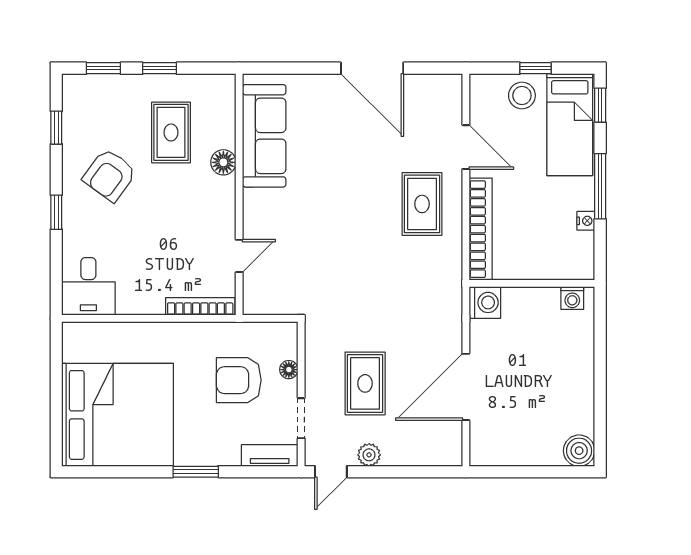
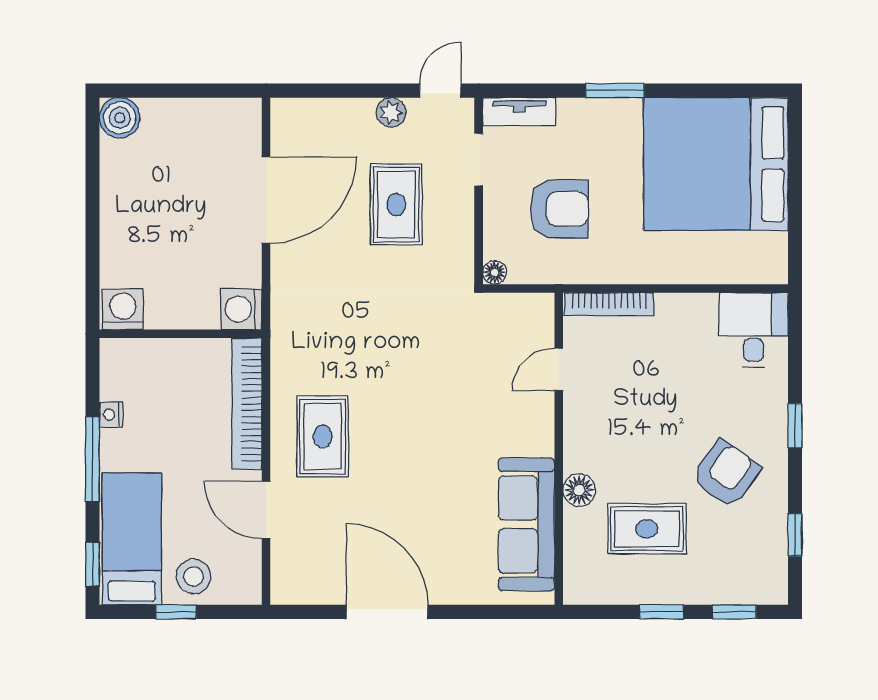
rug: (171, 132) -> (647, 529), turned 90
washing machine: (572, 298) -> (123, 309), width x1.38, depth x1.38
floor lamp: (289, 370) -> (495, 272), moved

